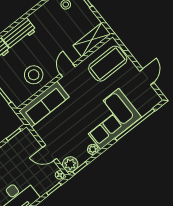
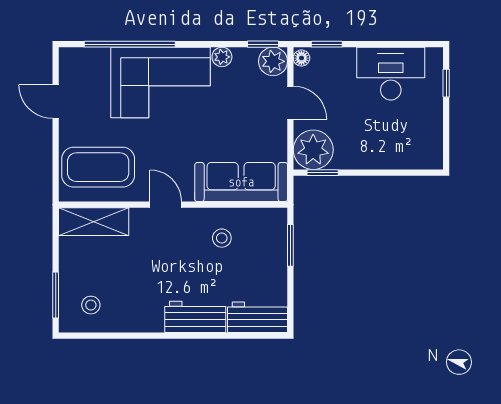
door: (68, 70) -> (166, 205), swing flipped
stool: (34, 75) -> (222, 238), width x0.53, depth x0.53
door: (147, 77) -> (56, 102), hinge flipped
plant: (25, 141) -> (313, 150), added

